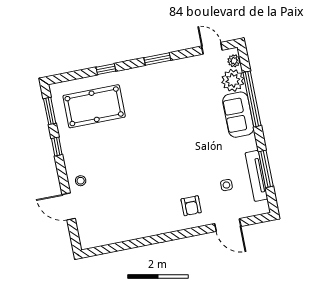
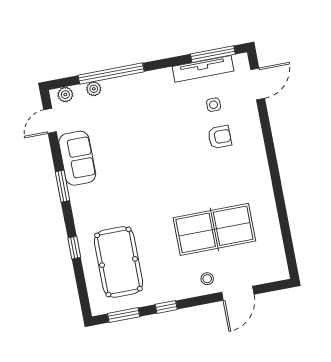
plant: (233, 80) -> (94, 89), width x0.53, depth x0.53
sofa: (238, 115) -> (77, 158), moved, turned -90
window: (266, 169) -> (213, 54), moved
table tennis table: (122, 186) -> (214, 229), added
armchair: (191, 206) -> (220, 137), moved
door: (228, 225) -> (258, 84), moved

